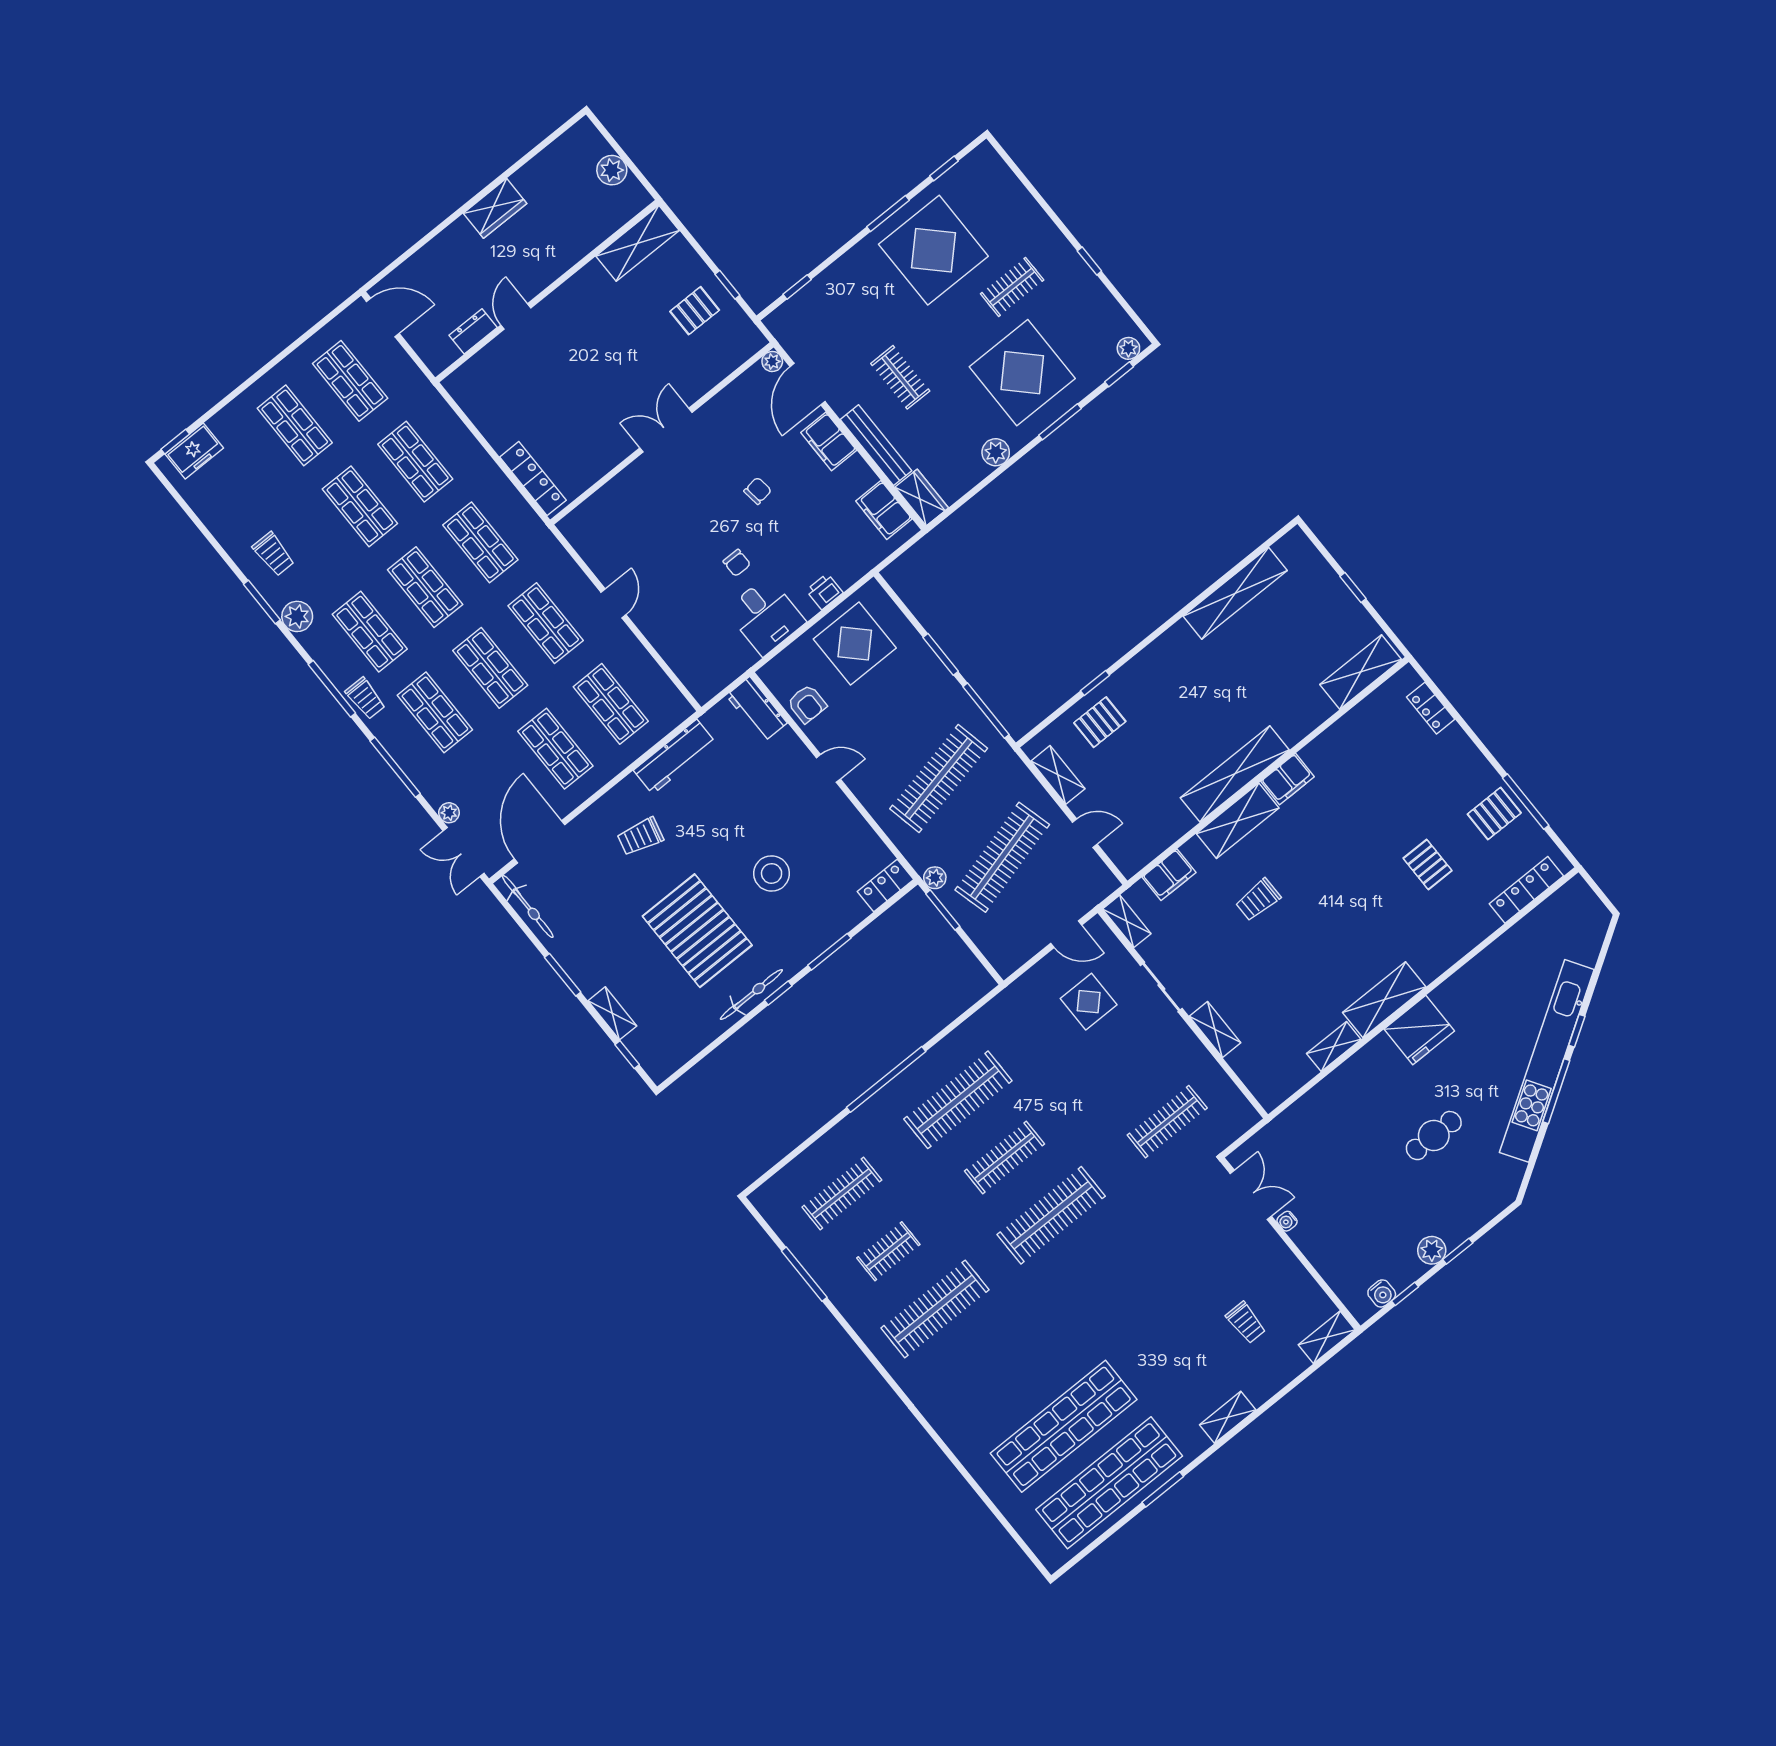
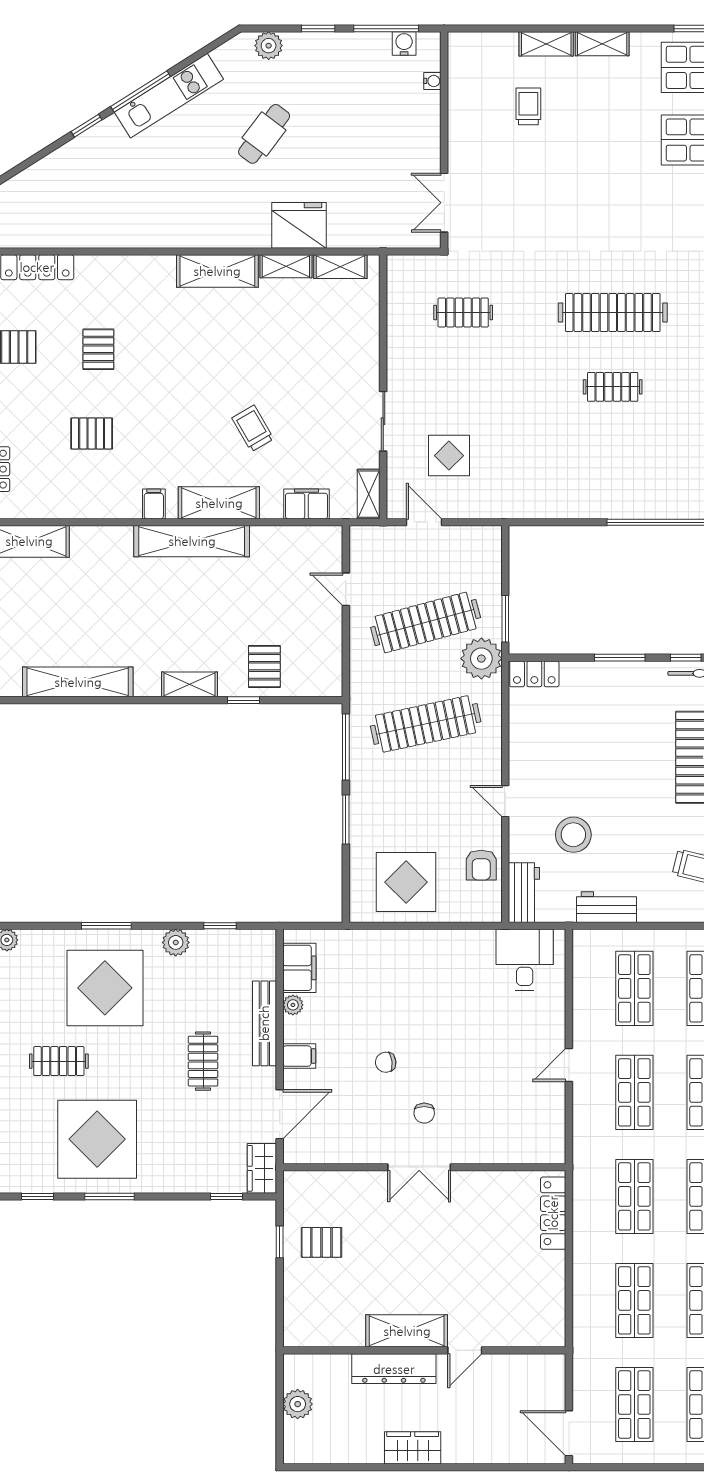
shelving: (638, 243) -> (407, 1331), moved
dresser: (473, 331) -> (394, 1369), moved, width x1.96, depth x1.24
plant: (772, 361) -> (293, 1005), moved
window: (1119, 374) -> (220, 926), moved
filing cabinet: (829, 441) -> (299, 1056), width x0.50
wardrobe: (922, 497) -> (262, 1168), moved
chair: (737, 563) -> (424, 1113), moved, turned 180
printer: (825, 592) -> (397, 942), removed
desk: (765, 616) -> (525, 960), moved
armchair: (807, 704) -> (481, 865), turned 180
pallet: (1100, 722) -> (264, 666), turned 90
workbench: (675, 757) -> (606, 907), width x0.73
shelving: (1058, 775) -> (190, 684), moved, turned 90
filing cabinet: (1287, 779) -> (154, 504), width x0.50
pallet: (1380, 795) -> (92, 433), added
stool: (772, 873) -> (573, 835), moved
plant: (935, 878) -> (481, 659), width x1.87, depth x1.87
trolley: (1258, 900) -> (253, 428), turned -120
shelving: (1215, 1030) -> (340, 267), moved, turned 90
fridge: (1419, 1030) -> (299, 225), moved
kitchen unit: (1547, 1061) -> (169, 96), width x0.54
clothes rail: (958, 1100) -> (613, 461), removed
clothes rail: (1167, 1122) -> (463, 313), width x0.73
cafe table: (1434, 1136) -> (264, 134), turned -53
clothes rail: (1005, 1158) -> (613, 387), width x0.73
water cooler: (1287, 1221) -> (432, 81), moved
plant: (1432, 1250) -> (269, 46), moved
window: (1405, 1294) -> (386, 29), width x2.17
shelving: (1327, 1337) -> (546, 44), moved

